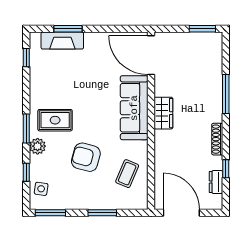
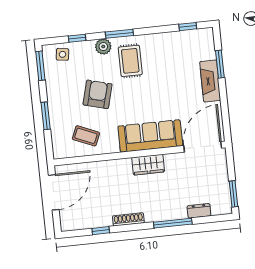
fireplace: (62, 41) -> (210, 81), moved
dresser: (216, 182) -> (199, 211), moved

